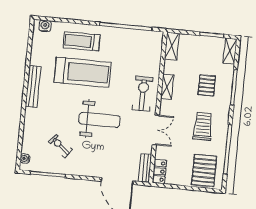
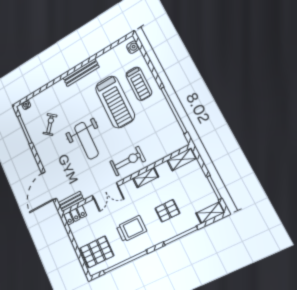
treadmill: (82, 41) -> (139, 84), turned 180

